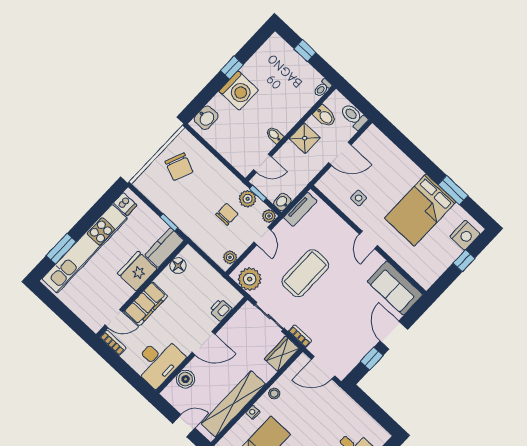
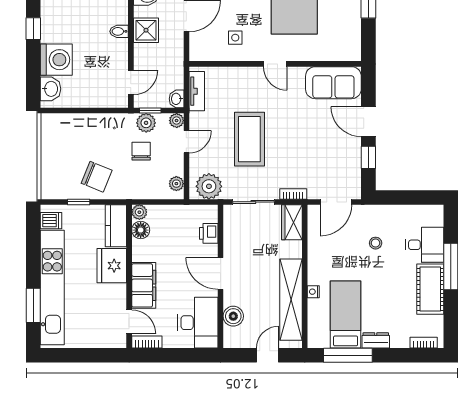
washing machine: (239, 91) -> (56, 60), moved
bidet: (274, 135) -> (119, 31), moved
chair: (179, 167) -> (97, 177), moved
window: (169, 222) -> (79, 202), moved
door: (262, 236) -> (186, 142), hinge flipped
plant: (188, 253) -> (139, 212), added
door: (114, 319) -> (129, 322), hinge flipped
door: (203, 343) -> (221, 273), swing flipped
stool: (274, 394) -> (376, 243), moved

